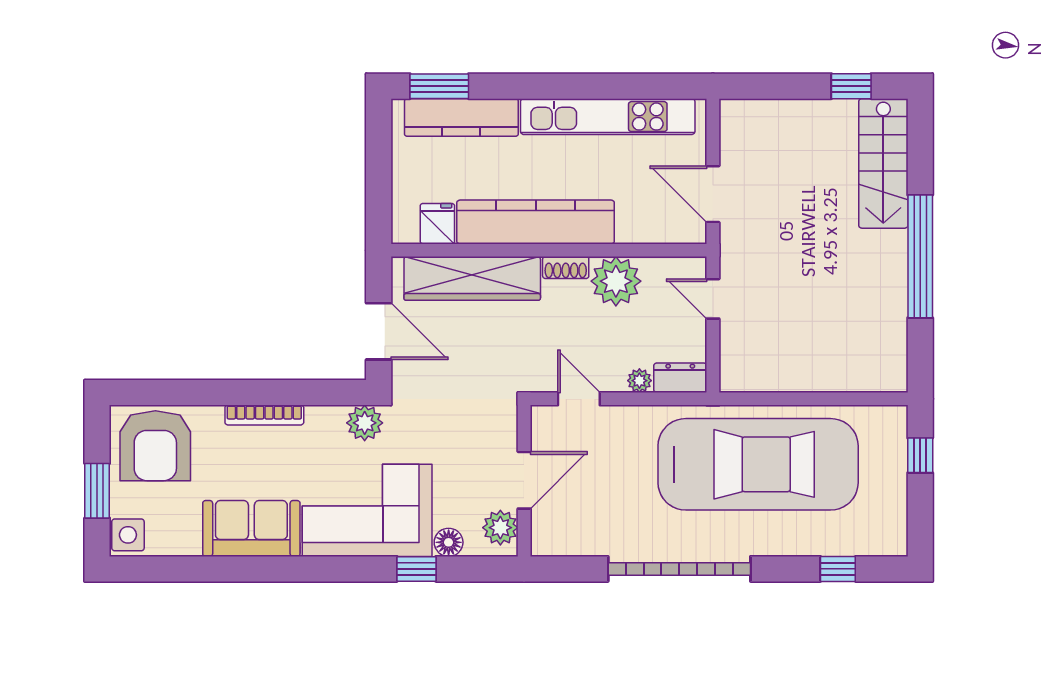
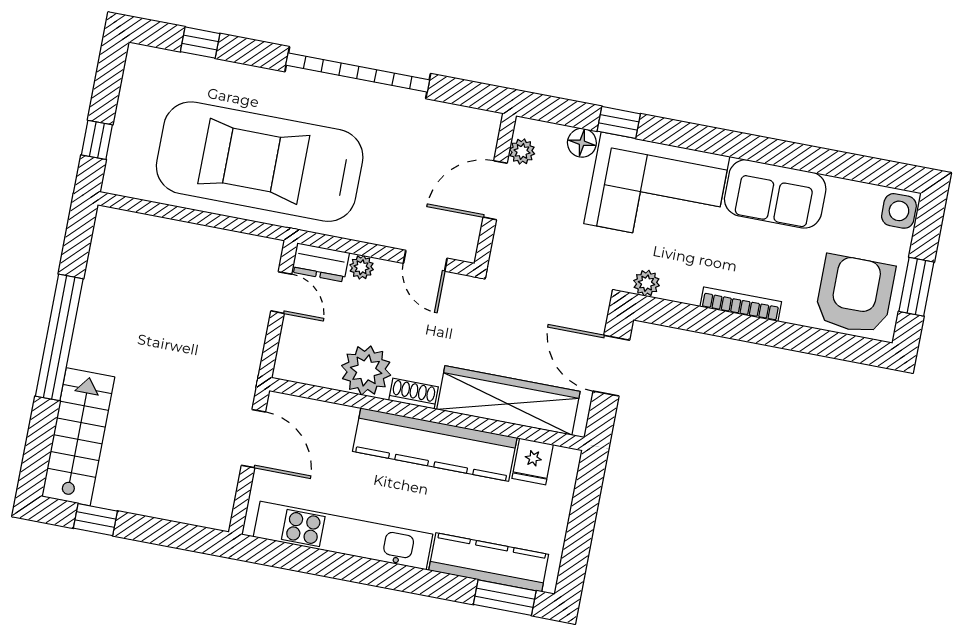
door: (713, 299) -> (281, 293), moved
plant: (365, 423) -> (647, 283), width x0.73, depth x0.73
window: (97, 491) -> (916, 287), moved
plant: (500, 528) -> (522, 151), width x0.73, depth x0.73

